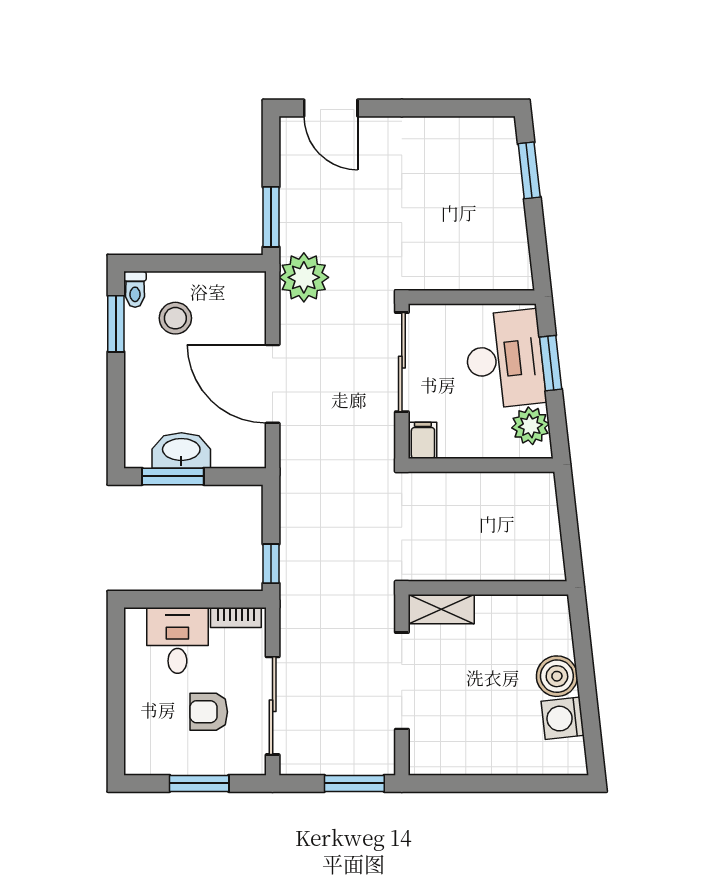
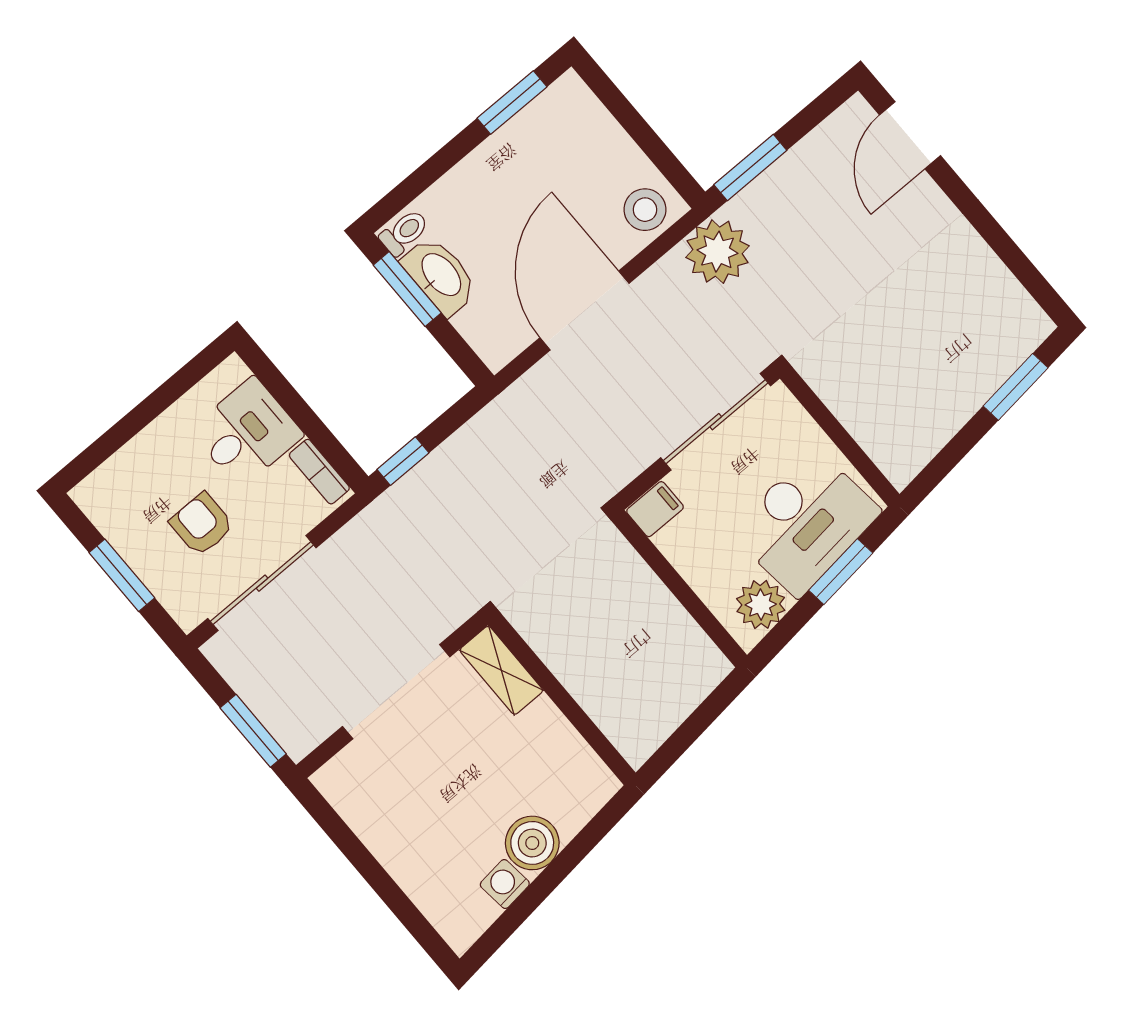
toilet: (135, 289) -> (404, 232), moved, turned 180
stool: (175, 318) -> (645, 210), moved
washing machine: (563, 718) -> (505, 884), width x0.73, depth x0.73

